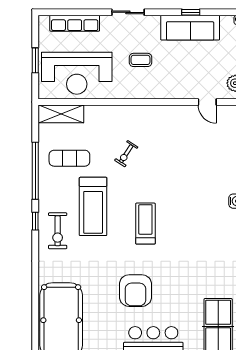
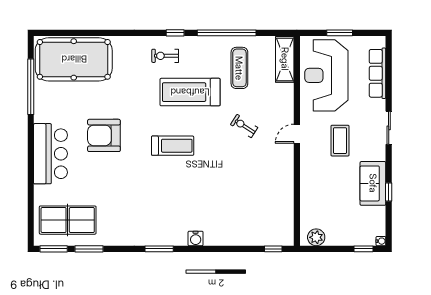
sofa: (190, 28) -> (373, 183), width x0.73
coffee table: (141, 60) -> (340, 141), width x1.36, depth x1.30
door: (207, 102) -> (297, 134), moved
exercise bike: (58, 231) -> (165, 56), width x0.73, depth x0.72

